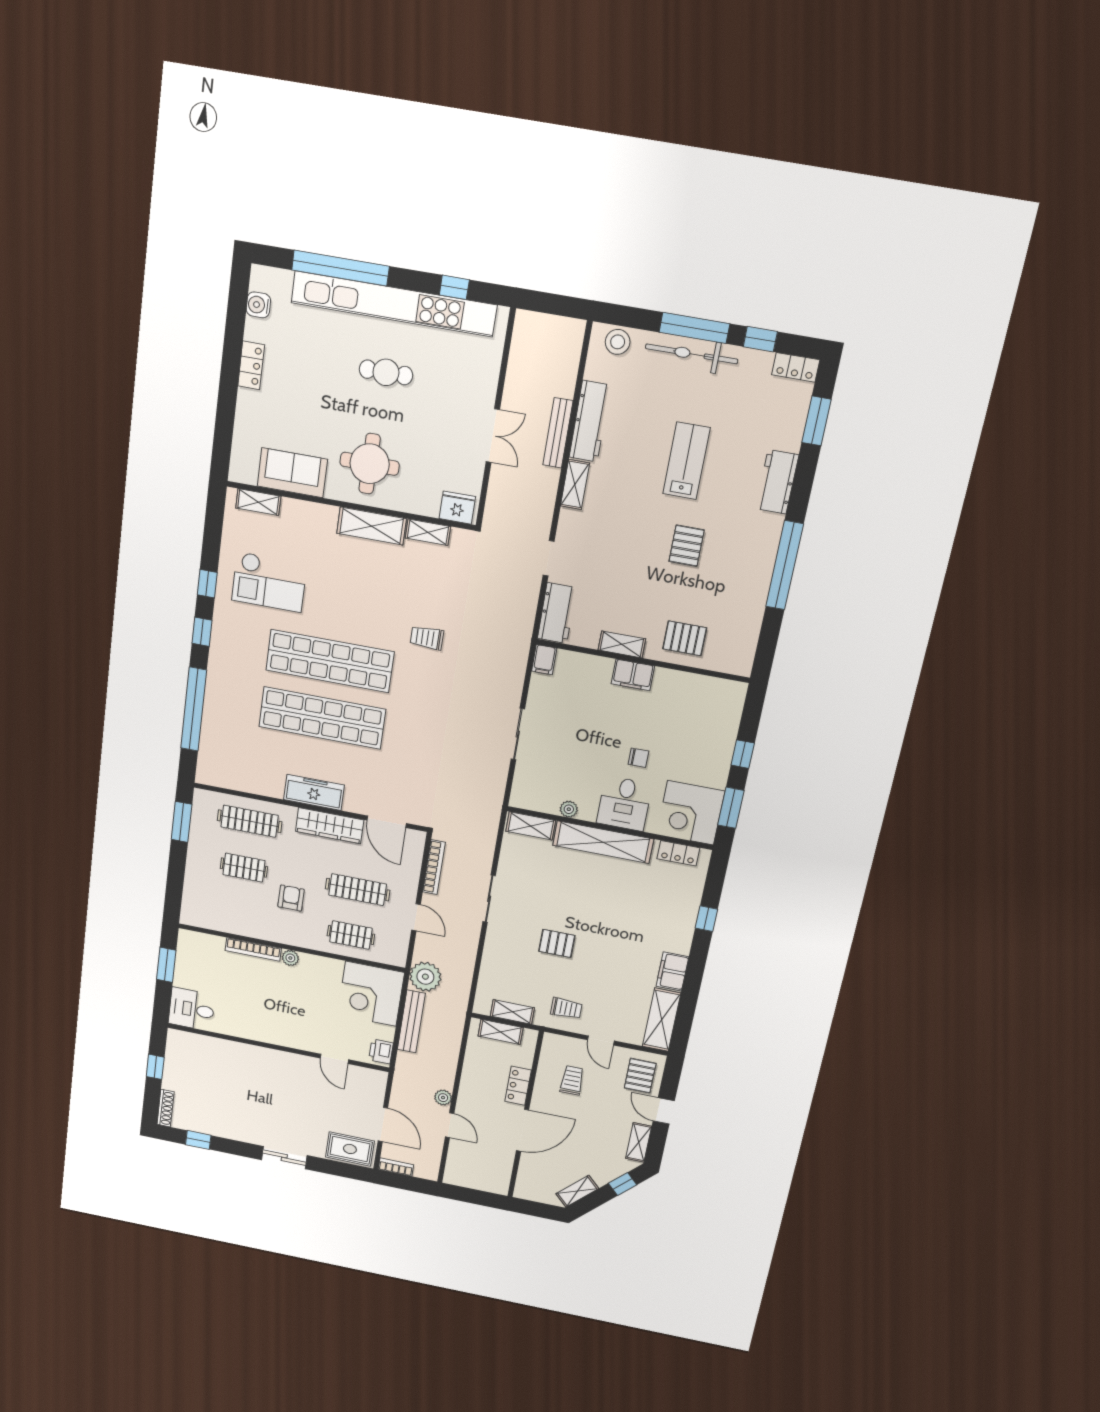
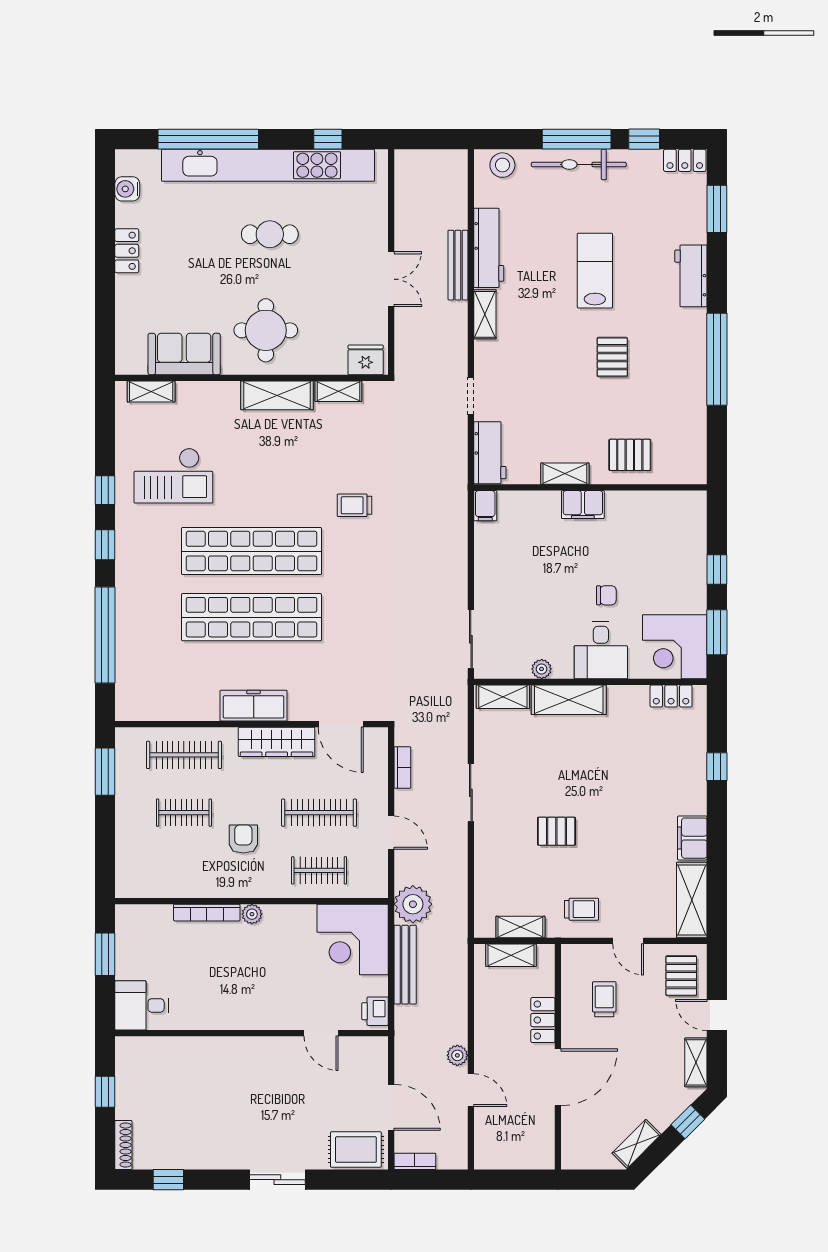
sliding door: (518, 734) -> (471, 639), moved
shelving: (603, 842) -> (569, 700), width x0.68
bookcase: (434, 867) -> (402, 767), width x0.64

